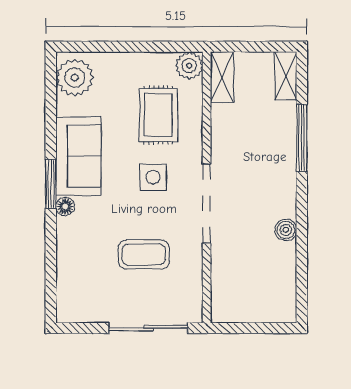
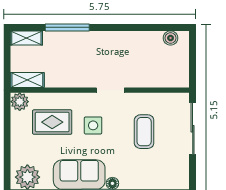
doorway: (207, 204) -> (110, 90), width x0.53
boiler: (286, 230) -> (171, 38), moved

